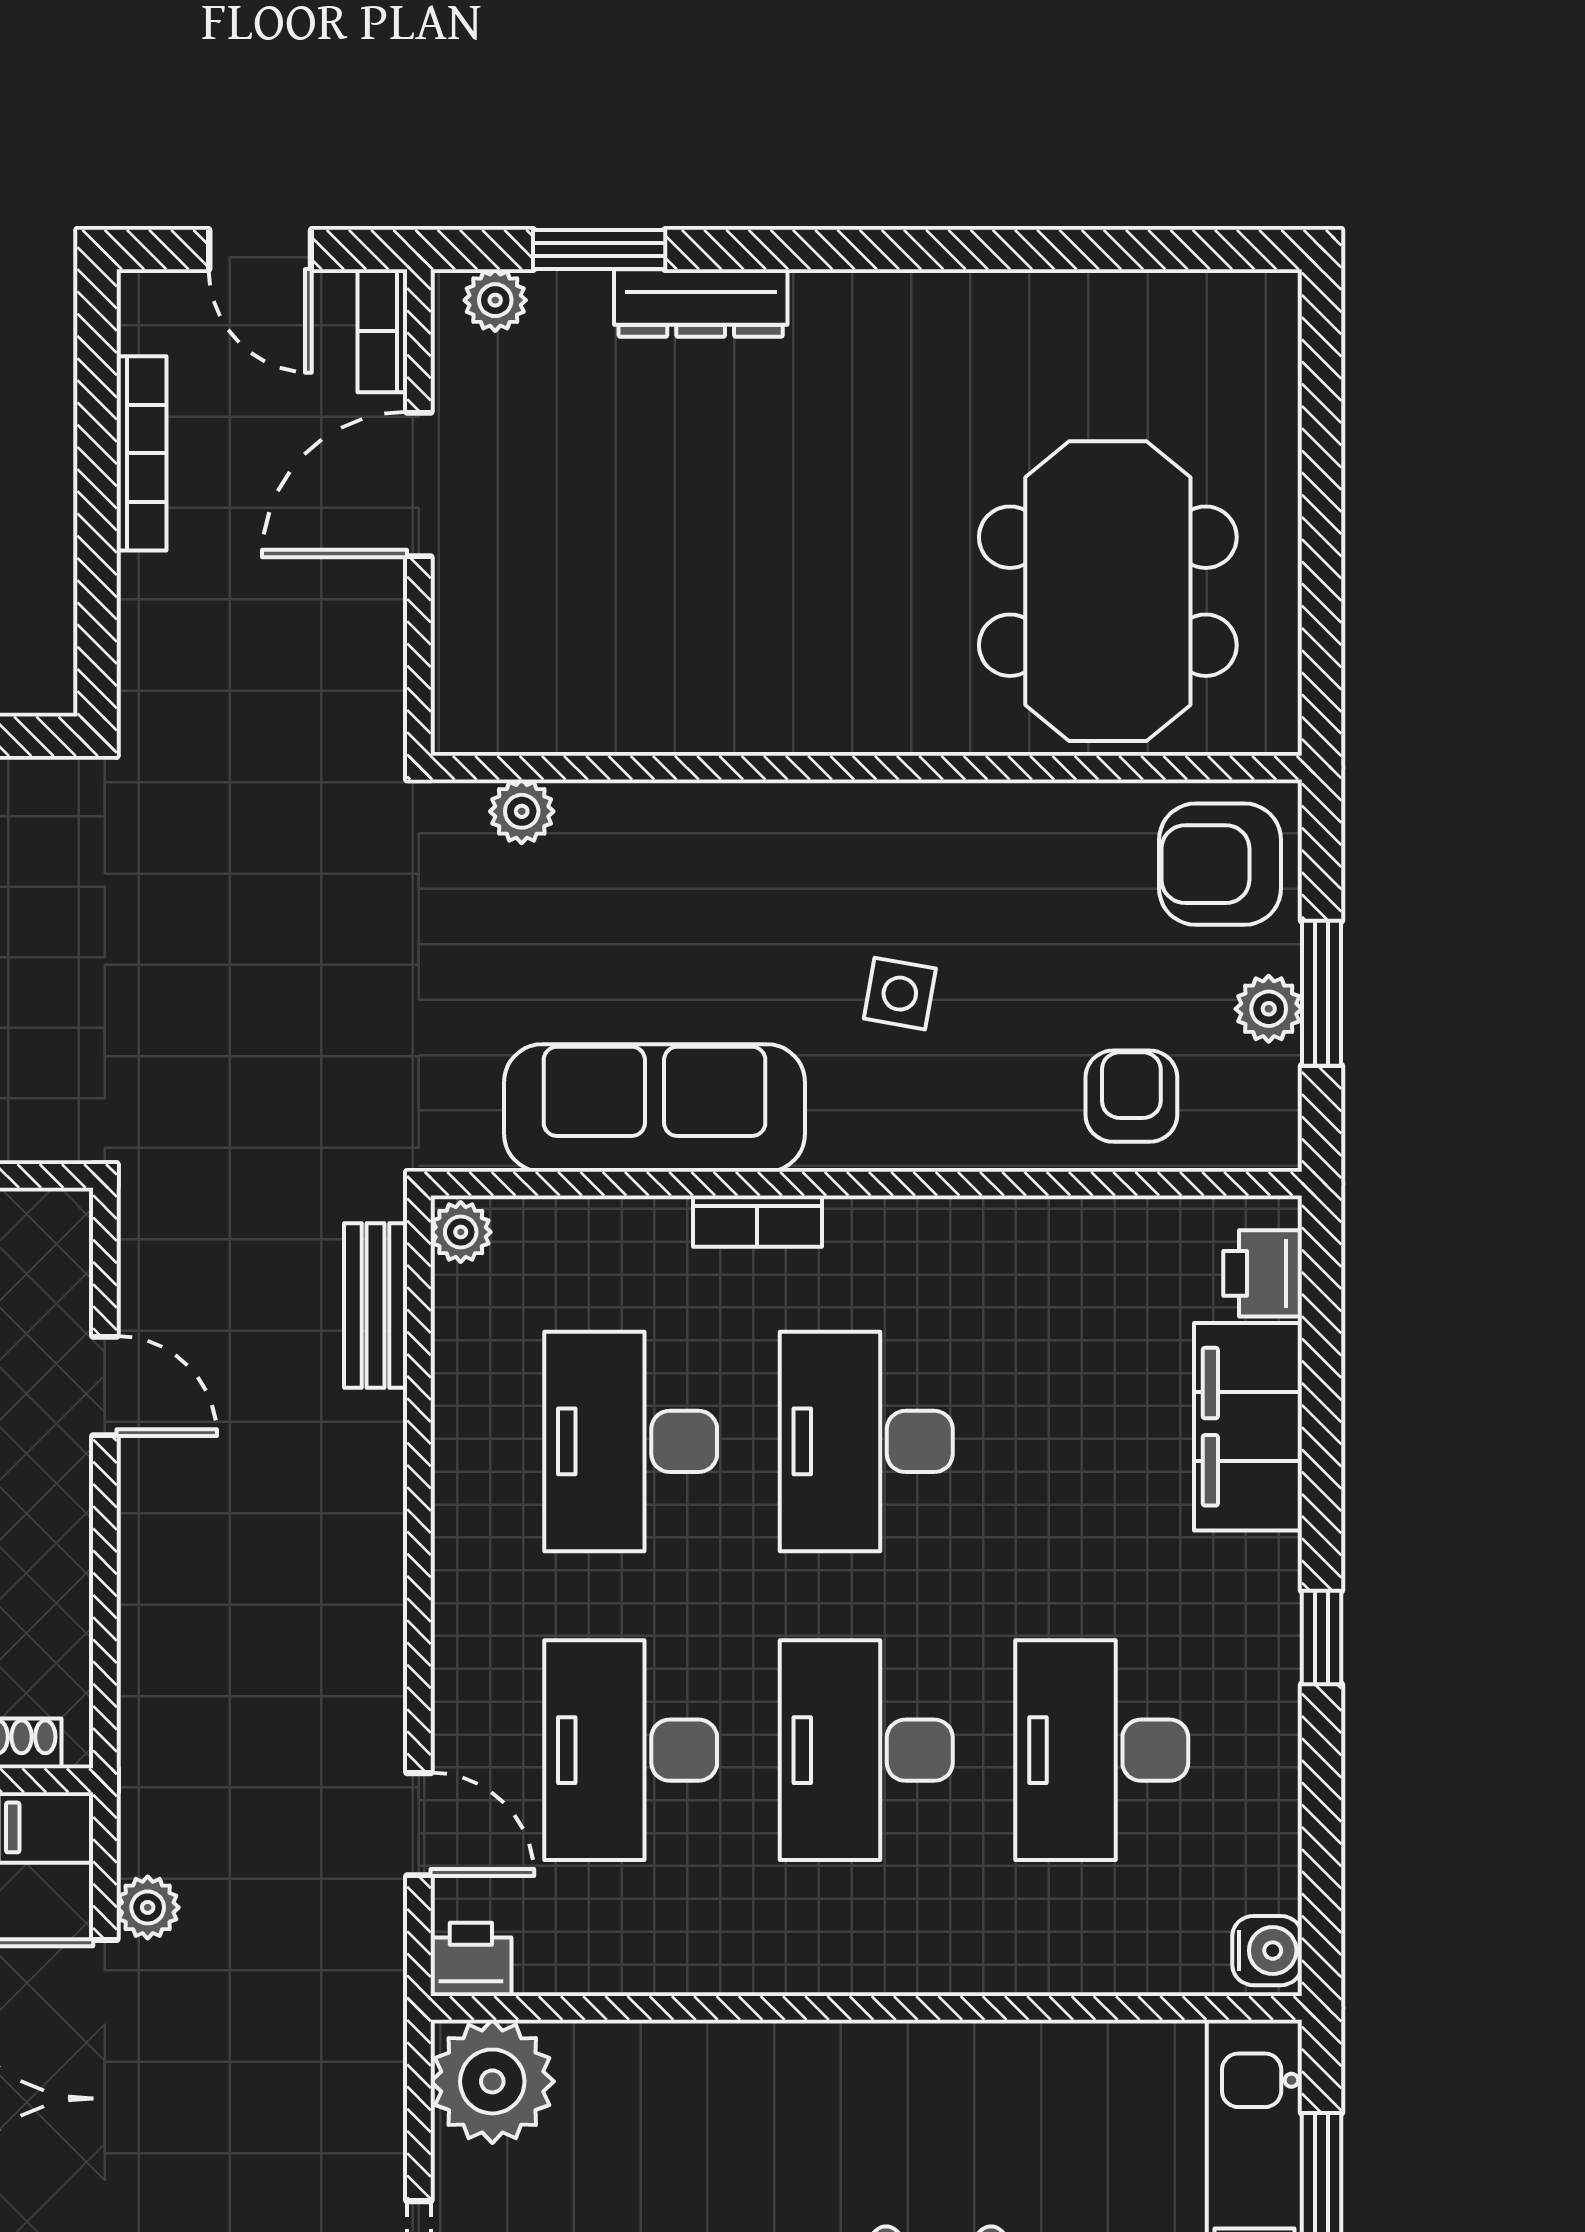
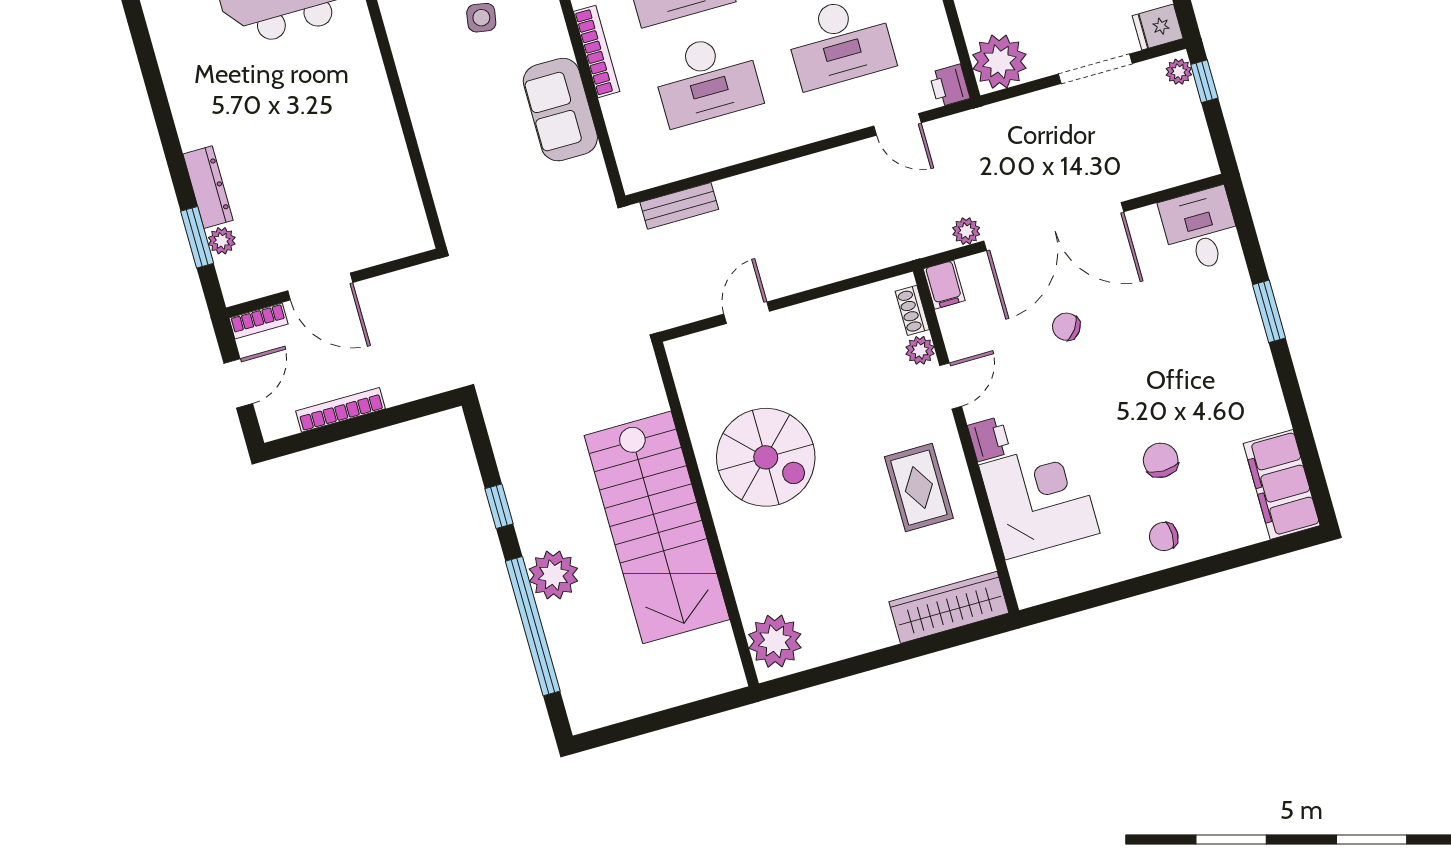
plant: (495, 300) -> (222, 241), moved
plant: (522, 811) -> (449, 203), removed
sofa: (655, 1108) -> (560, 110), width x0.73
bookcase: (757, 1221) -> (597, 51), width x1.56
plant: (461, 1232) -> (637, 178), removed
door: (419, 1824) -> (897, 124), swing flipped

